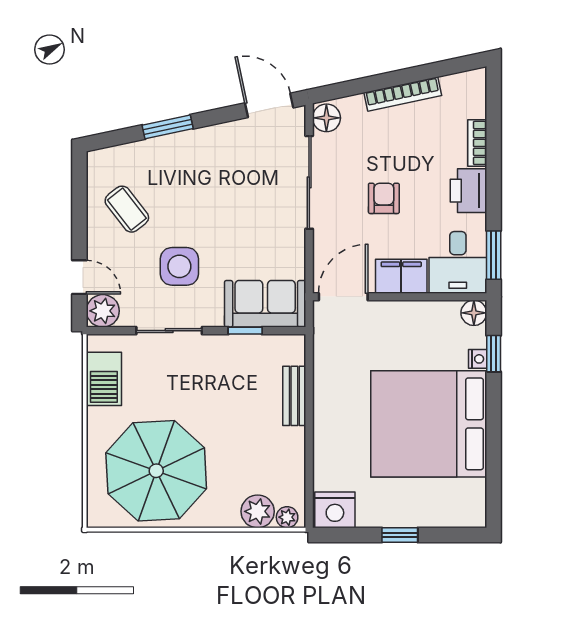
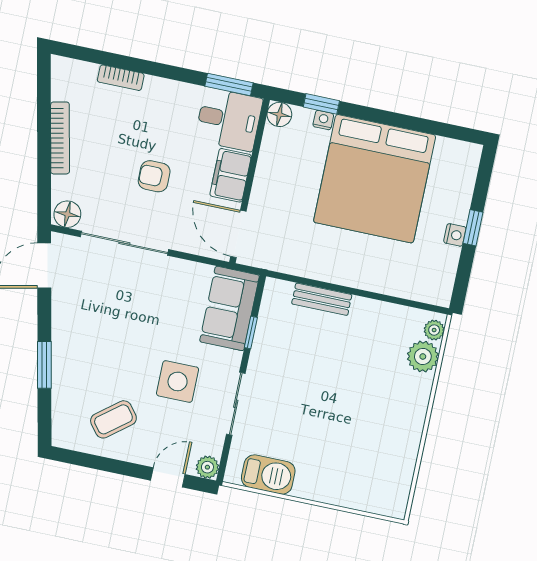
printer: (468, 191) -> (164, 95), removed
plant: (103, 311) -> (207, 467), width x0.73, depth x0.73
parasol: (156, 471) -> (365, 444), removed
nightstand: (335, 510) -> (455, 235), moved, width x0.53, depth x0.56

